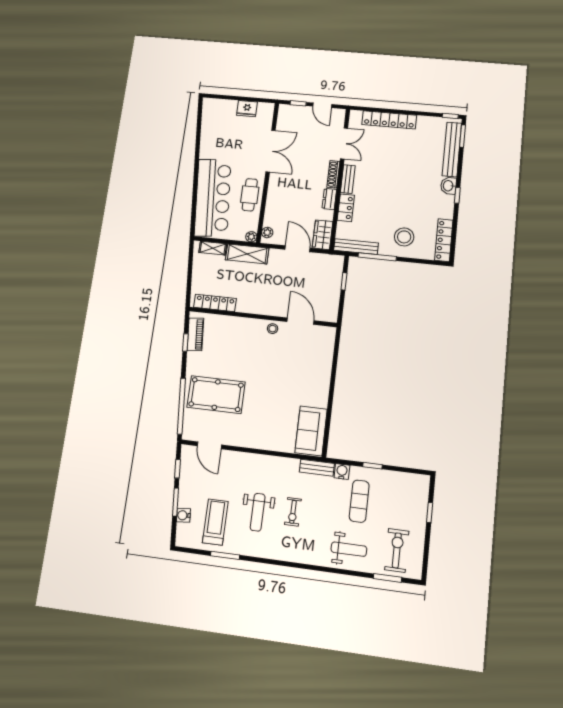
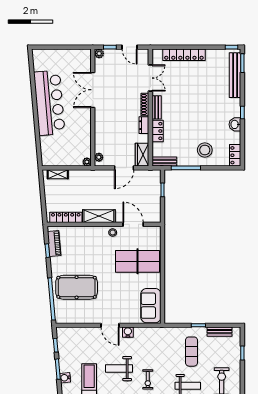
fridge: (247, 109) -> (69, 55), removed
plant: (284, 109) -> (99, 53), added
double door: (271, 151) -> (93, 90), swing flipped
washbasin: (448, 186) -> (235, 124), moved
cafe table: (250, 195) -> (81, 128), removed
bar counter: (213, 198) -> (49, 103), moved
locker: (444, 240) -> (235, 155), width x0.66
bench: (356, 247) -> (164, 162), width x0.73
door: (298, 249) -> (124, 168), swing flipped
shelving: (247, 254) -> (99, 216), moved
table tennis table: (300, 370) -> (138, 261), added
door: (209, 445) -> (110, 325), moved
bench: (317, 468) -> (219, 332), moved
water cooler: (342, 472) -> (128, 332), moved
weight bench: (258, 512) -> (119, 369), turned 90
exercise bike: (293, 512) -> (148, 379), moved

